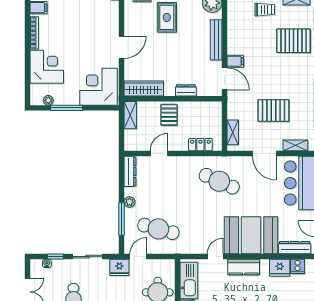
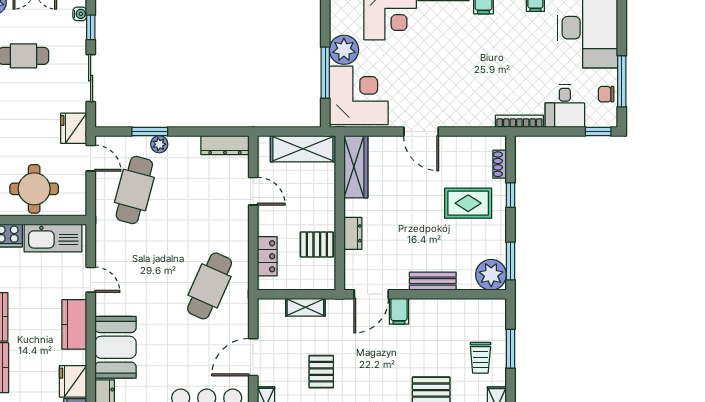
bench: (216, 40) -> (433, 281), width x0.73
plant: (48, 100) -> (344, 50), moved, width x1.87, depth x1.87
window: (66, 108) -> (325, 73), moved
pallet: (274, 110) -> (321, 372), width x0.67, depth x0.71
shelving: (130, 115) -> (303, 149), width x1.50, depth x1.33
pallet: (169, 115) -> (317, 244), moved
shelving: (233, 132) -> (305, 307), moved
plant: (129, 202) -> (159, 144), moved
window: (121, 219) -> (150, 132), width x0.69
booth: (251, 235) -> (115, 347), width x0.73, depth x0.70

